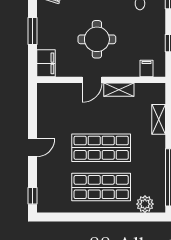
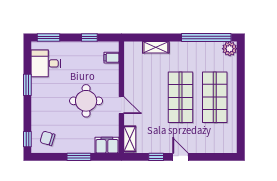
shelving: (119, 90) -> (130, 139), moved
window: (33, 196) -> (156, 157), moved
plant: (145, 204) -> (230, 49), moved

